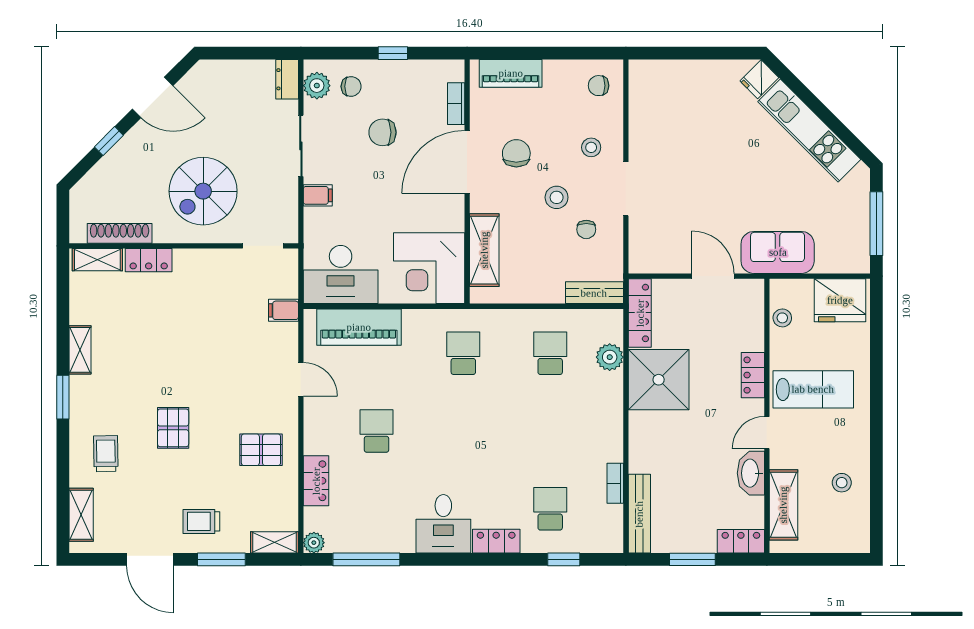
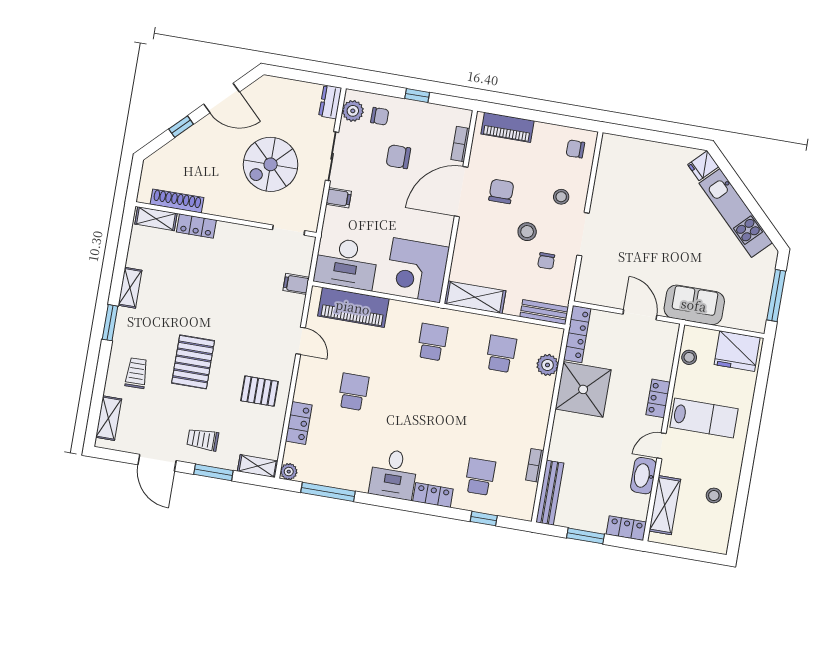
spiral stairs: (203, 191) -> (271, 164), moved
shelving: (484, 250) -> (475, 297), moved, turned 90
pallet: (173, 428) -> (193, 362), width x1.50, depth x1.42

